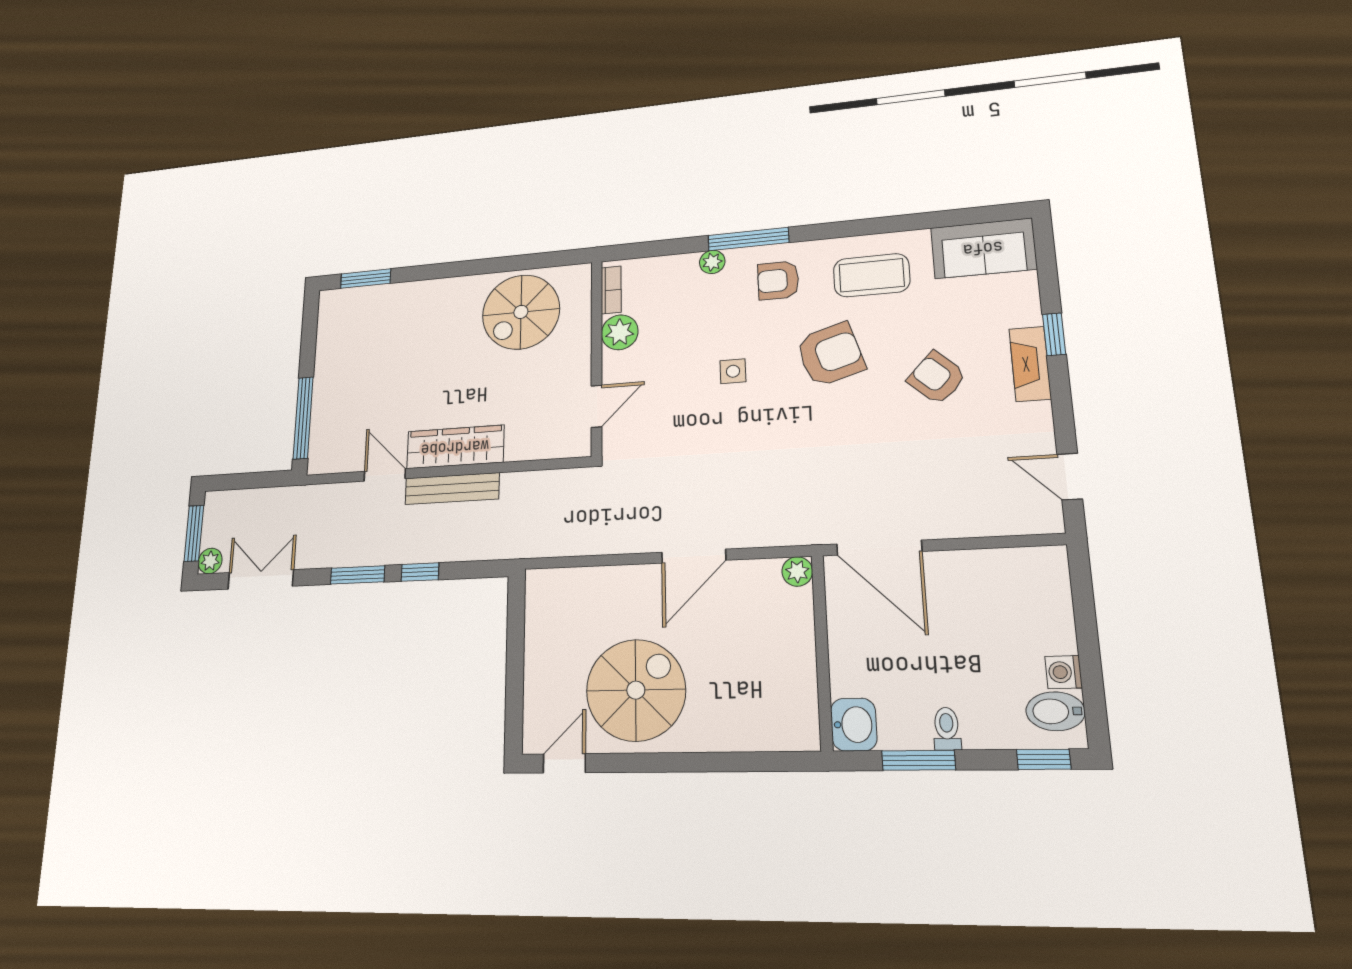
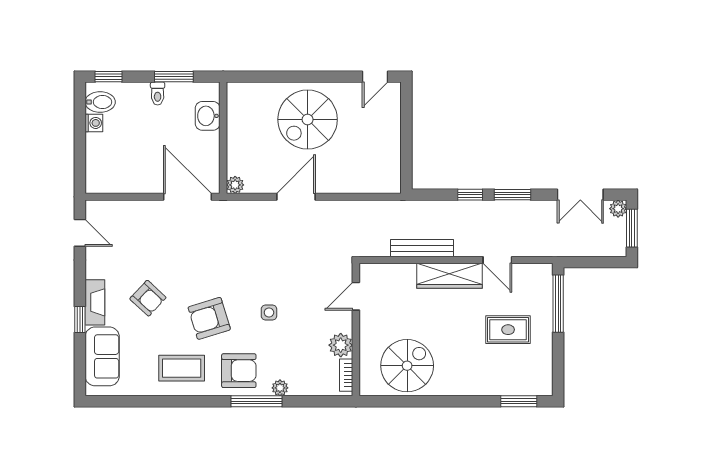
sofa: (983, 248) -> (102, 356), moved, turned 90
armchair: (778, 280) -> (239, 371), width x1.38, depth x1.38
rug: (375, 376) -> (508, 330), added
bench: (452, 489) -> (422, 248), moved
spiral stairs: (636, 690) -> (308, 119), moved
washbasin: (854, 725) -> (208, 116), moved

